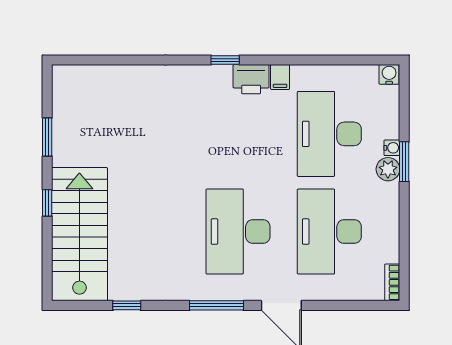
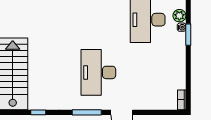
plant: (388, 169) -> (179, 16), moved
desk: (329, 232) -> (148, 72), removed

